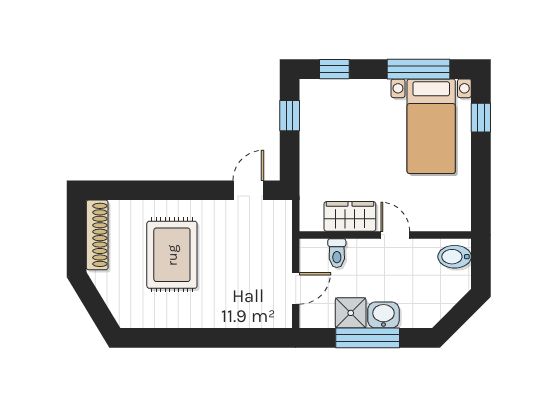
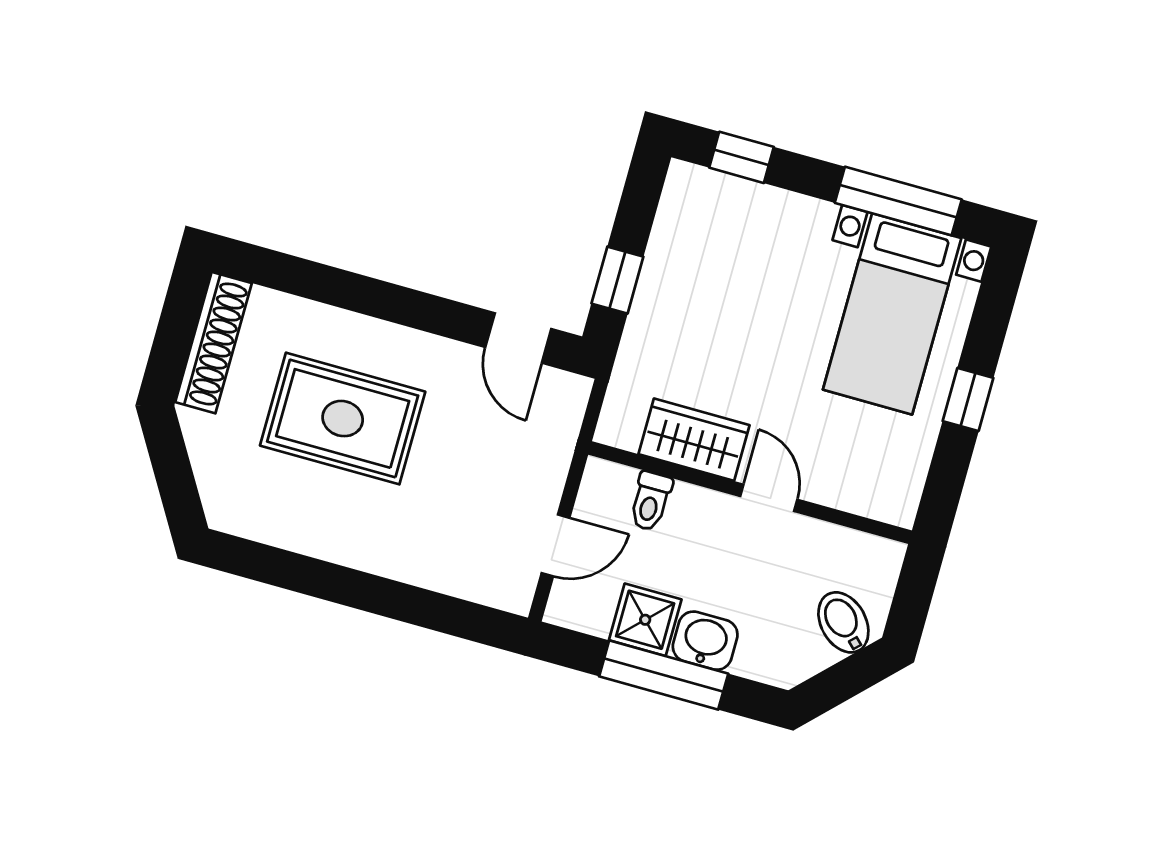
window: (290, 116) -> (617, 280), moved
window: (481, 118) -> (968, 399), moved
door: (248, 190) -> (518, 338), swing flipped
rug: (172, 255) -> (343, 419), turned 90
bidet: (455, 257) -> (843, 622), moved, turned 45

